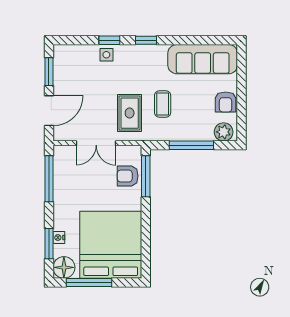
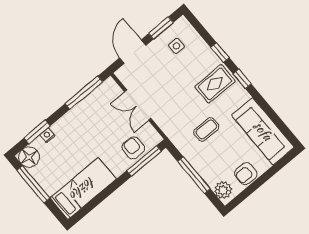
side table: (106, 55) -> (176, 46), moved
door: (49, 111) -> (133, 52), swing flipped
rug: (130, 113) -> (215, 84), moved
bed: (111, 245) -> (83, 188), width x0.49

